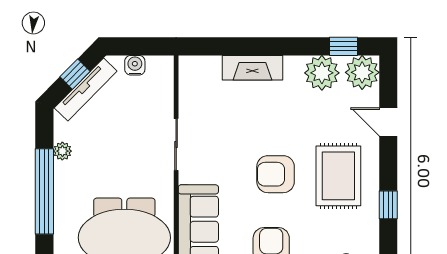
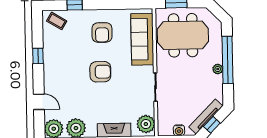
plant: (195, 78) -> (146, 124), added
plant: (62, 151) -> (218, 69), moved
rug: (338, 176) -> (66, 71), removed

